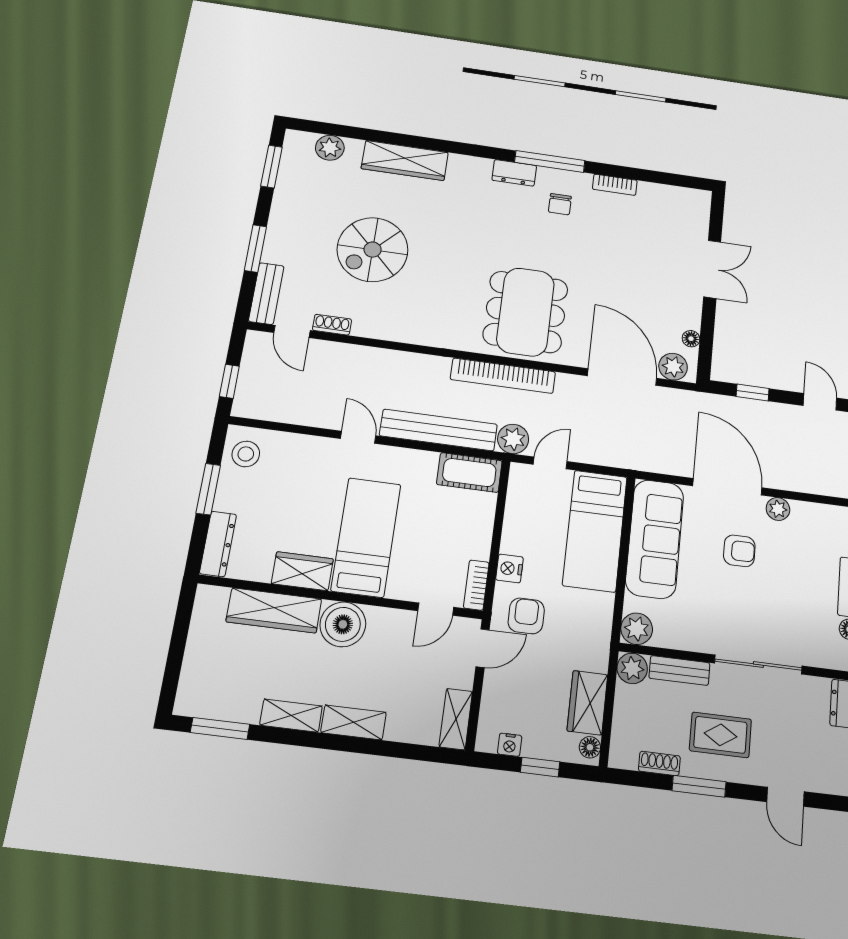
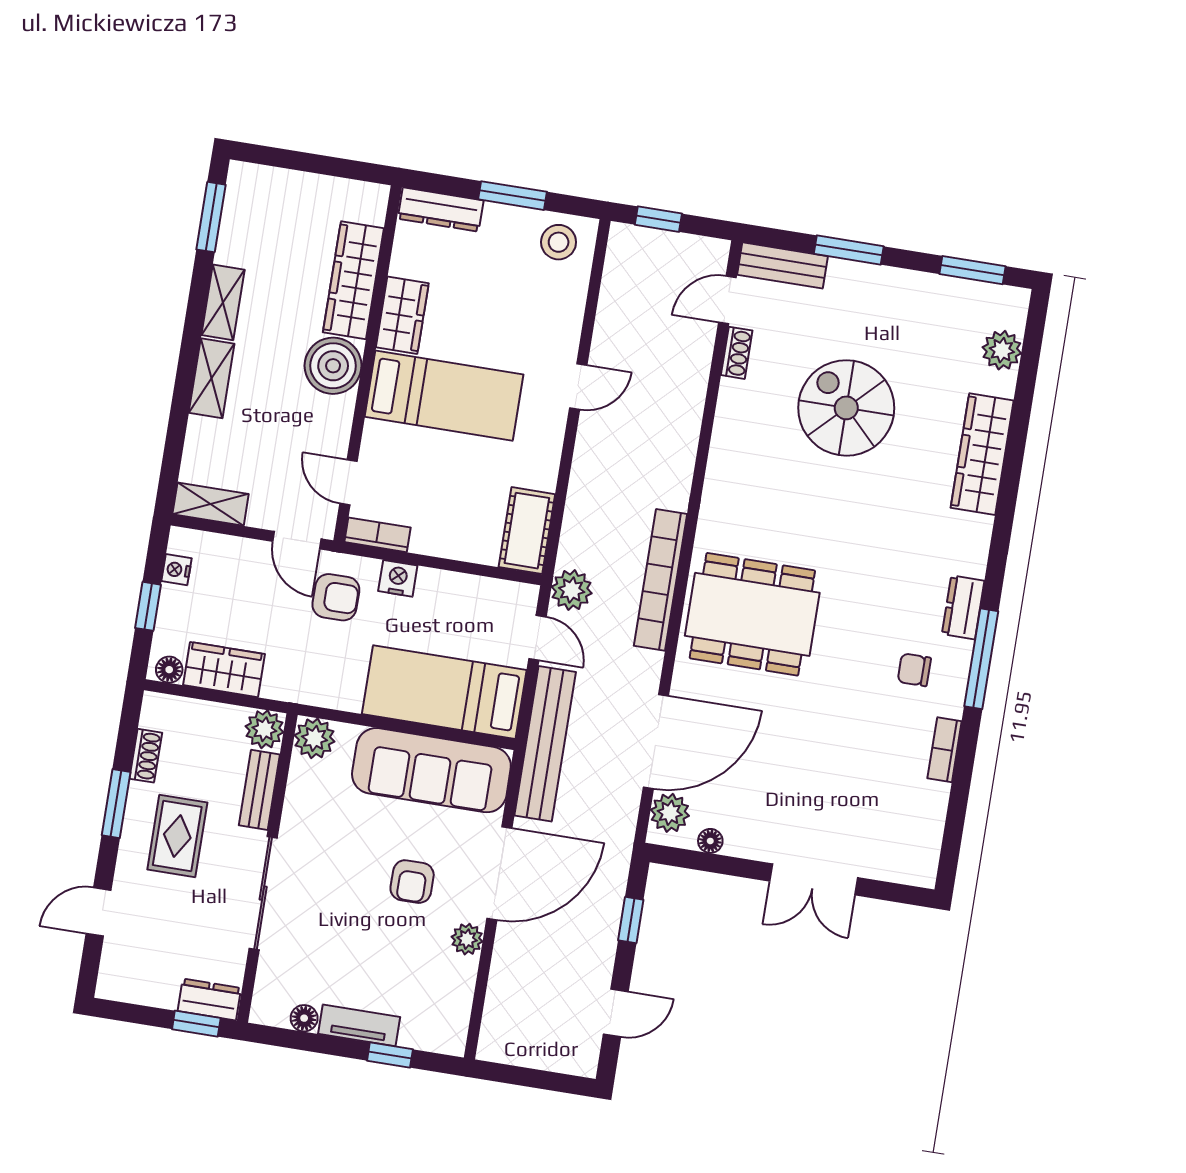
bench: (438, 430) -> (545, 744), moved

